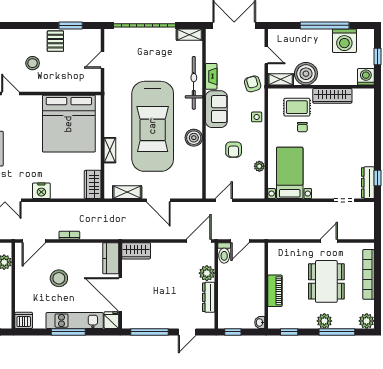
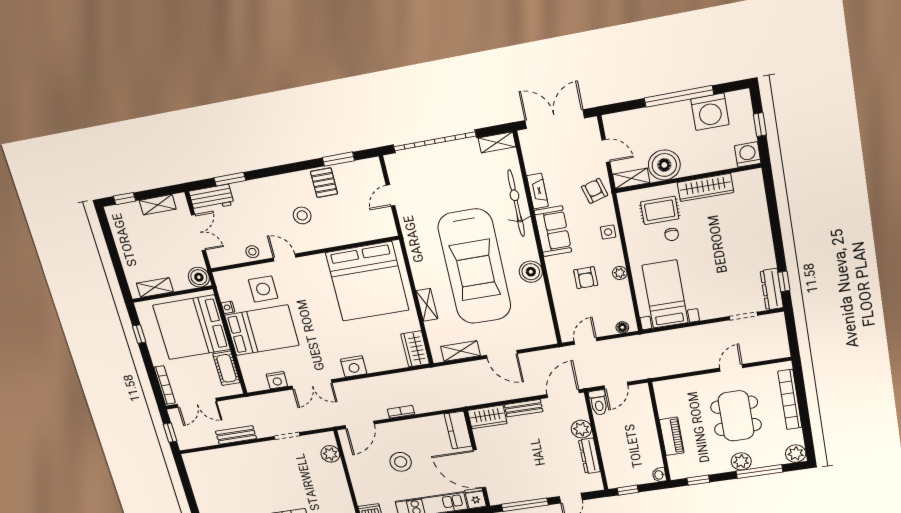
plant: (259, 166) -> (620, 273), moved
floor lamp: (253, 194) -> (622, 327), added
bench: (166, 248) -> (524, 408), added

